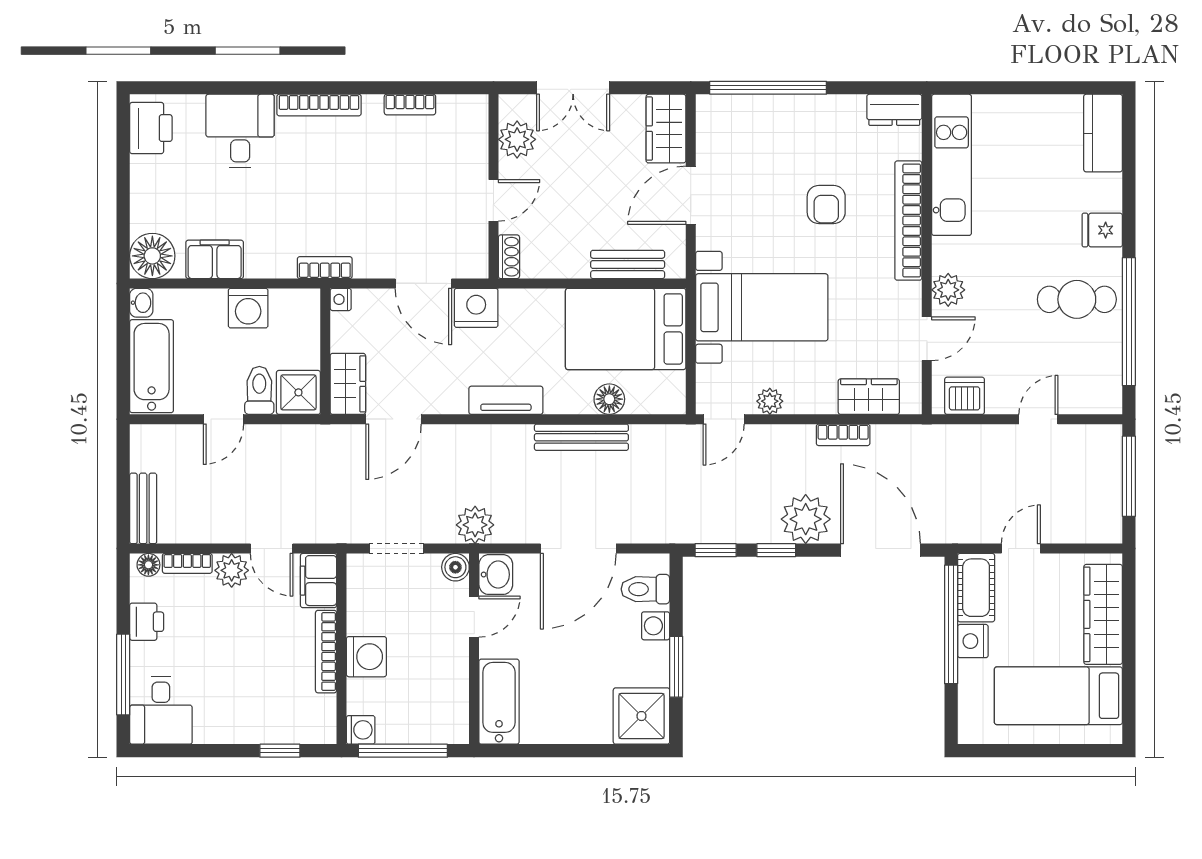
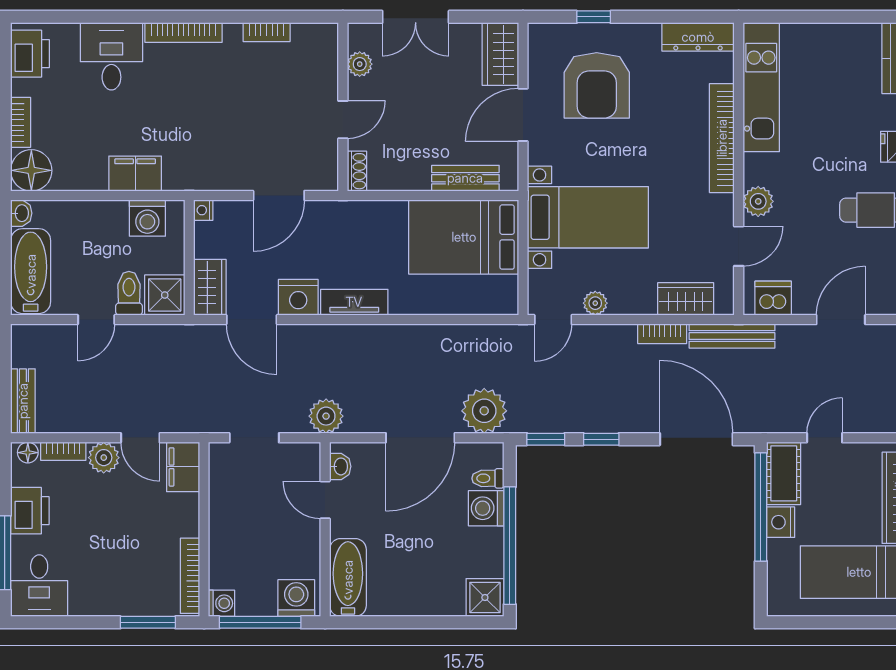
window: (768, 88) -> (594, 17), width x0.32
dresser: (894, 110) -> (698, 37), width x1.44
plant: (517, 139) -> (360, 64), width x0.73, depth x0.73
armchair: (826, 204) -> (597, 85), moved, width x1.88, depth x1.88
filing cabinet: (215, 259) -> (135, 174), moved
bookcase: (325, 268) -> (21, 122), moved, turned 90
door: (423, 283) -> (279, 196), hinge flipped
washing machine: (248, 308) -> (147, 218), moved
nightstand: (476, 308) -> (298, 297), moved, turned 180
floor lamp: (609, 399) -> (449, 301), removed
door: (394, 419) -> (252, 320), hinge flipped
door: (1038, 419) -> (841, 320), width x1.38
bench: (581, 437) -> (732, 336), moved
plant: (806, 519) -> (484, 411), moved
boiler: (455, 567) -> (308, 455), removed
washbasin: (496, 575) -> (340, 466), width x0.72, depth x0.69
toilet: (645, 589) -> (488, 478), width x0.73, depth x0.72
door: (474, 617) -> (325, 500), swing flipped
printer: (147, 622) -> (30, 511), width x1.36, depth x1.24
washing machine: (656, 626) -> (486, 508), width x1.38, depth x1.38
bookcase: (326, 652) -> (190, 576), moved
washing machine: (366, 657) -> (296, 598), moved, turned -90
window: (676, 667) -> (510, 546), width x2.11
shower: (641, 716) -> (485, 597), width x0.73, depth x0.73
window: (280, 751) -> (148, 622), width x1.50

